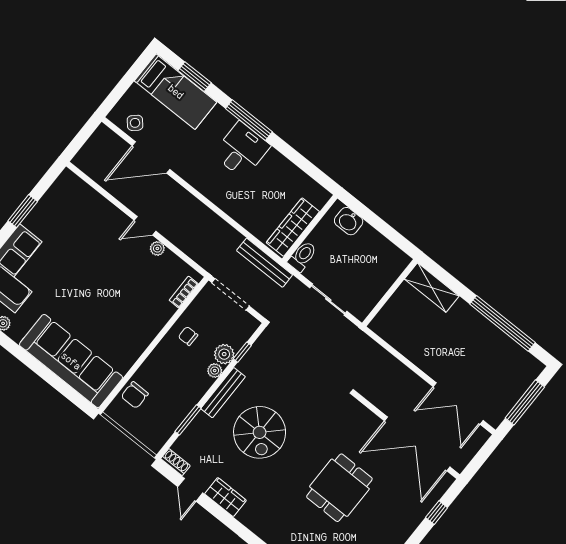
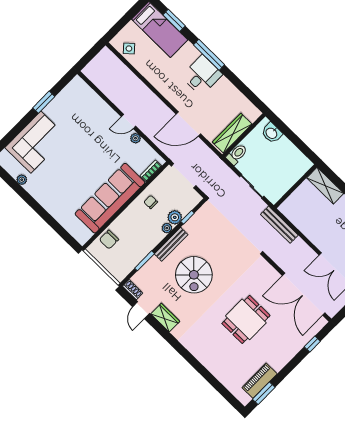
door: (151, 157) -> (188, 124), moved
bench: (265, 263) -> (279, 225), moved
sofa: (71, 361) -> (110, 198), moved, turned -90

